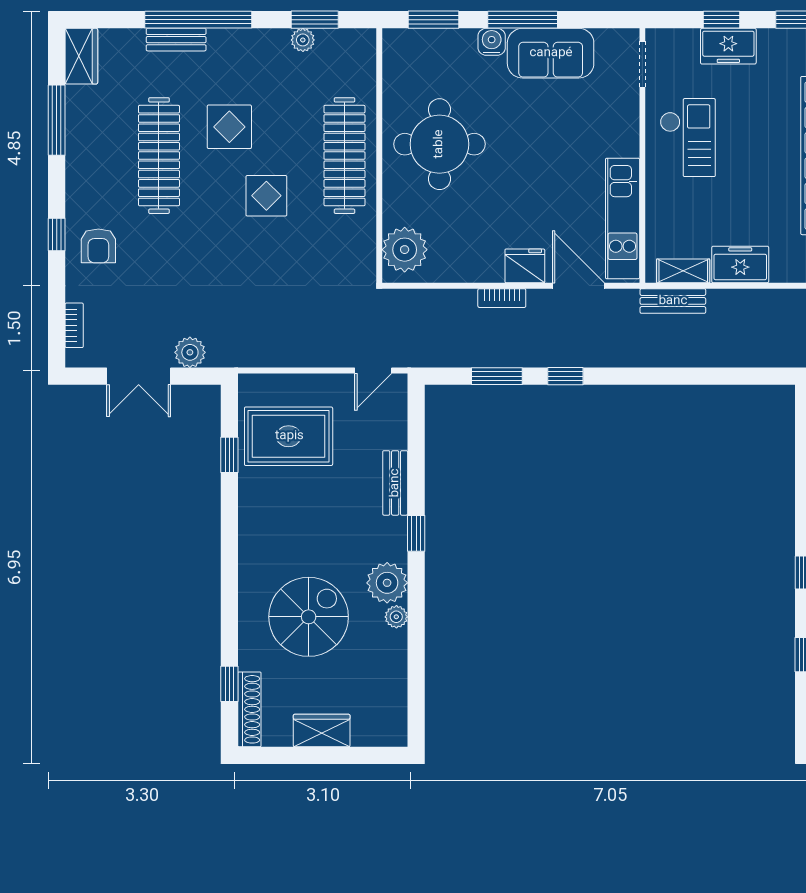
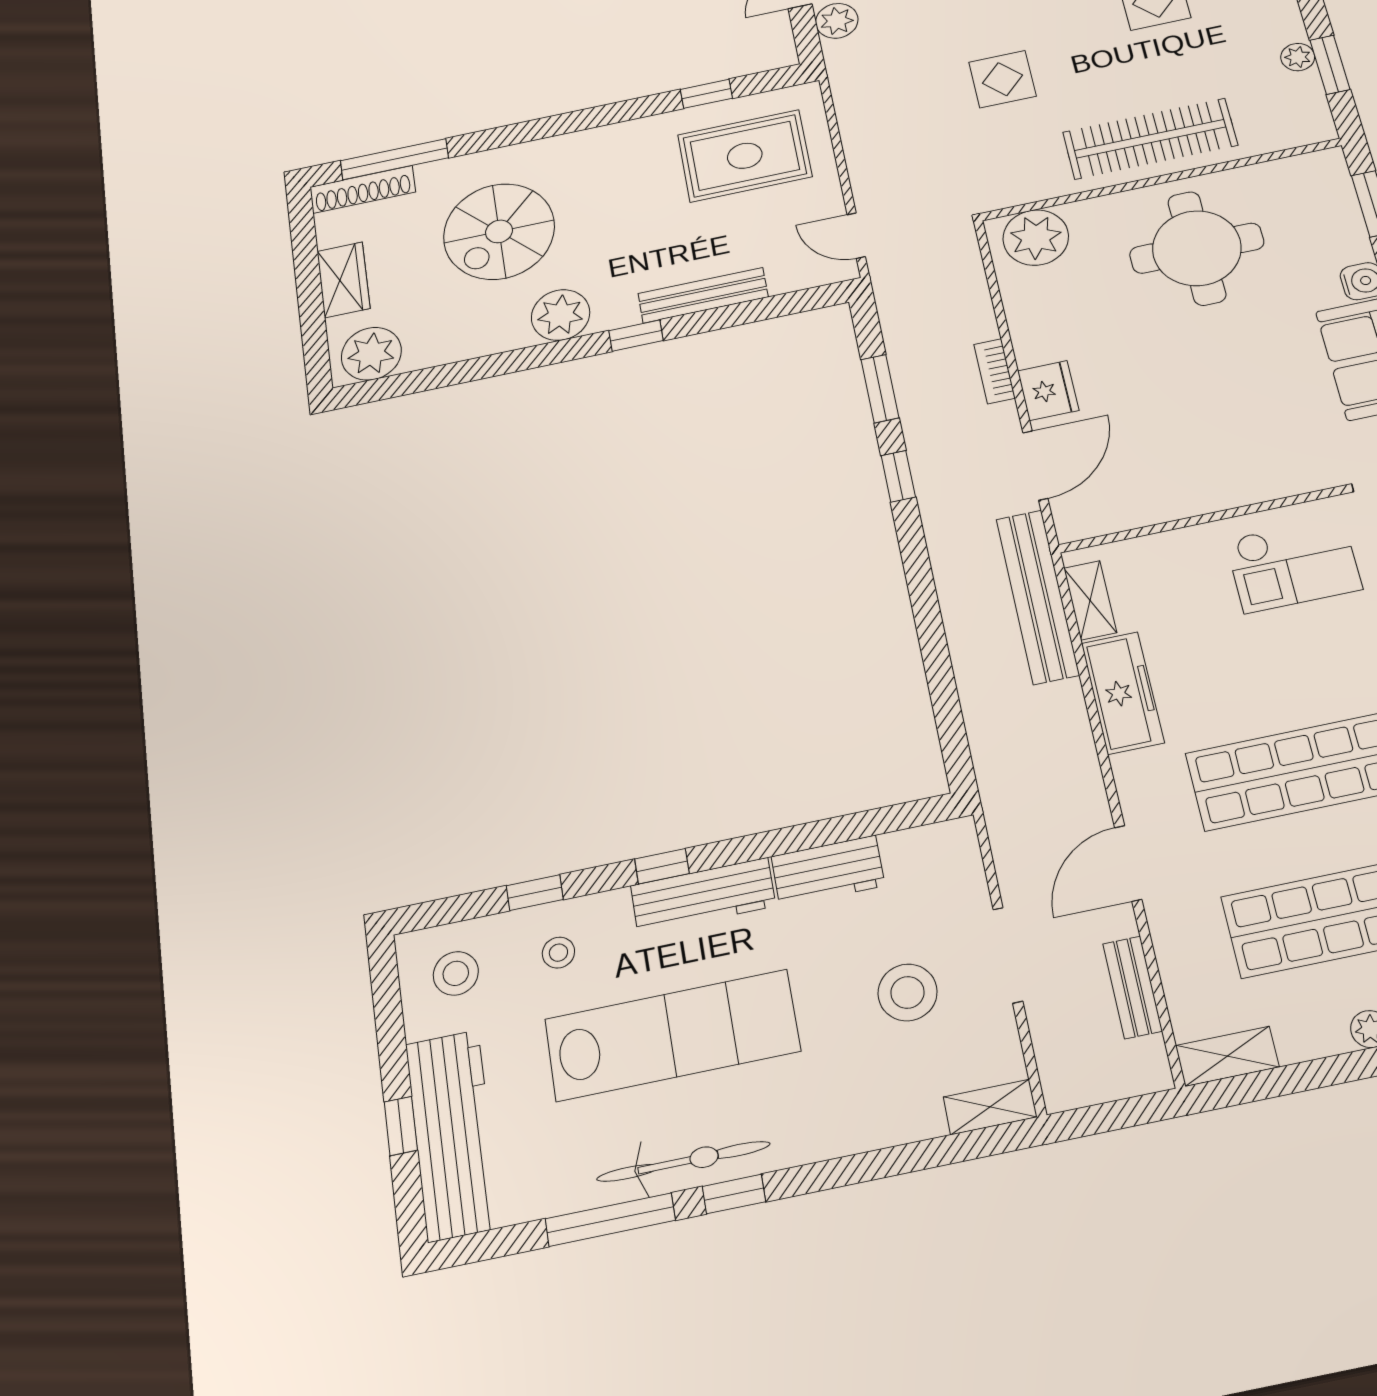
display table: (266, 196) -> (1003, 79), moved
kitchen unit: (623, 218) -> (1149, 502), removed
freezer: (740, 264) -> (1123, 693), width x1.40
bench: (673, 301) -> (1037, 596), width x1.86, depth x1.21
rug: (289, 436) -> (745, 156), turned 90
bench: (395, 483) -> (703, 295), width x1.36
spiral stairs: (309, 617) -> (499, 231), turned 90
plant: (396, 617) -> (371, 354), moved, width x1.88, depth x1.88
window: (229, 684) -> (394, 159), width x2.17

